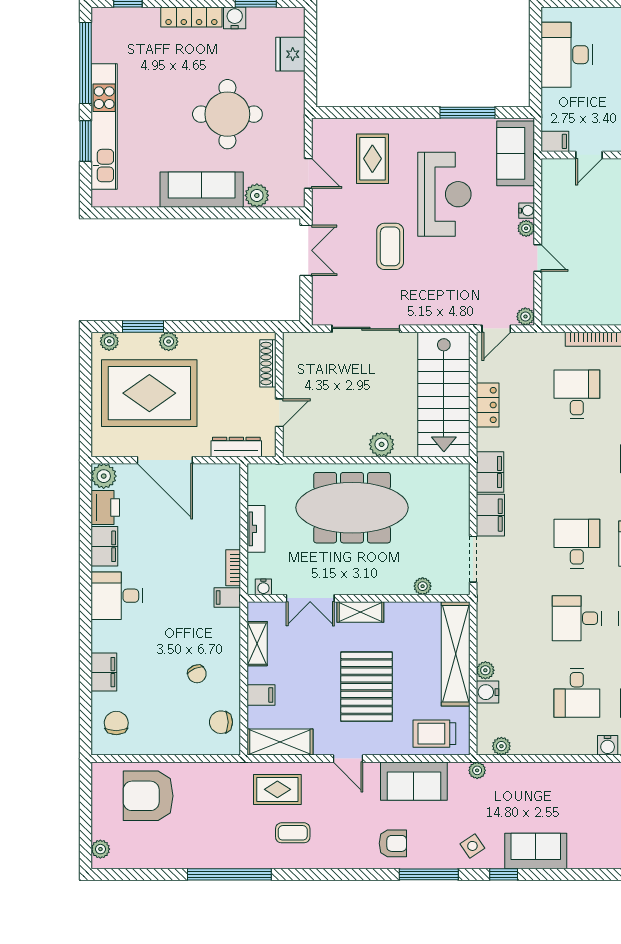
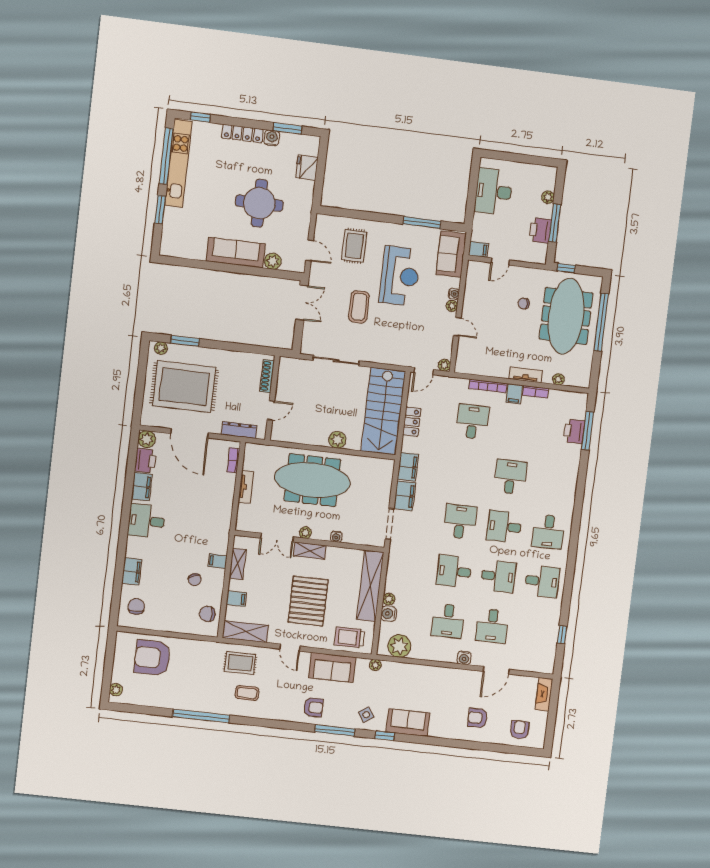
kitchen unit: (104, 127) -> (178, 163), moved
plant: (169, 342) -> (201, 353), removed
bookcase: (233, 568) -> (233, 460), moved
plant: (423, 586) -> (305, 533), moved
water cooler: (263, 587) -> (336, 537), moved
filing cabinet: (227, 597) -> (218, 561), moved
plant: (501, 746) -> (399, 646), width x1.87, depth x1.87

